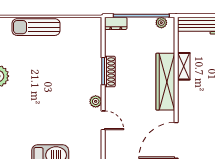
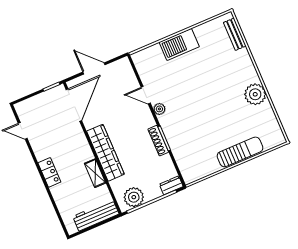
plant: (161, 23) -> (134, 197), width x1.88, depth x1.88

